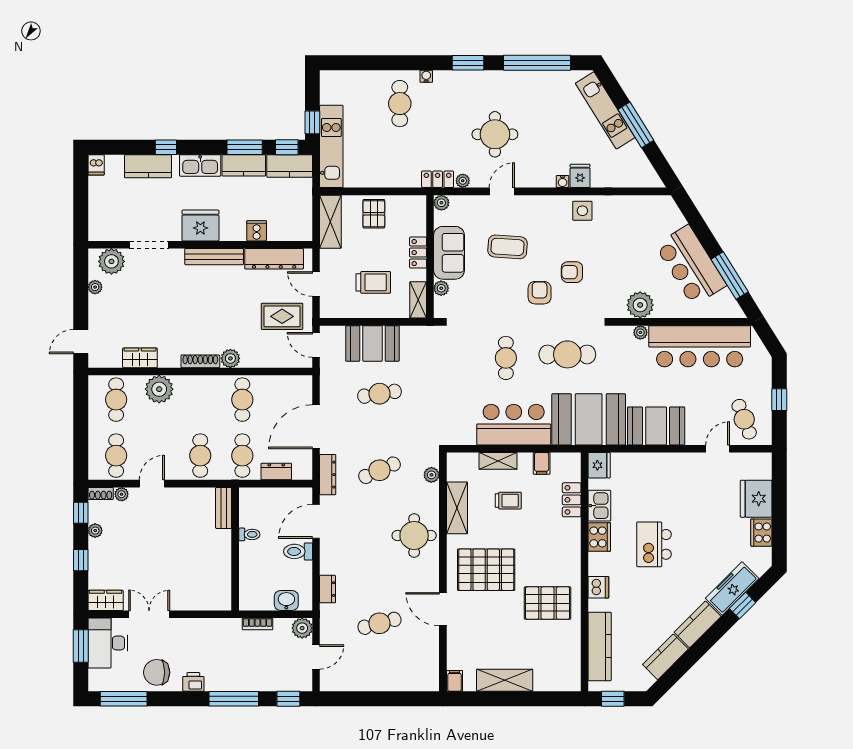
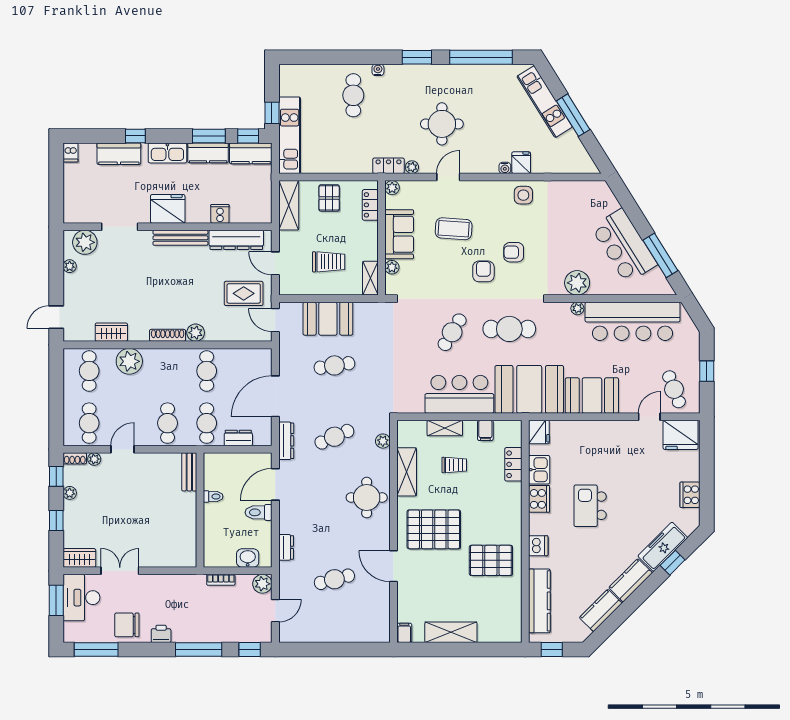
locker: (418, 253) -> (370, 205), moved
cafe table: (506, 358) -> (452, 332), turned 31
fridge: (756, 499) -> (681, 435), moved, turned -90

